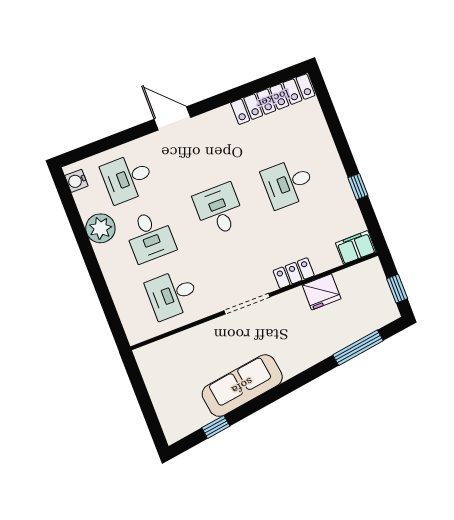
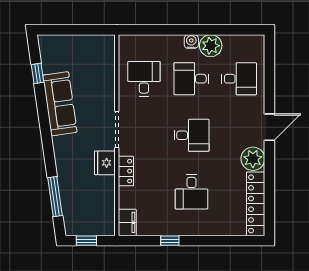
plant: (219, 124) -> (253, 159), added
desk: (128, 178) -> (239, 79), turned 90
water cooler: (76, 181) -> (191, 42), moved
desk: (288, 183) -> (191, 192), turned 180
fridge: (322, 292) -> (105, 163), moved

